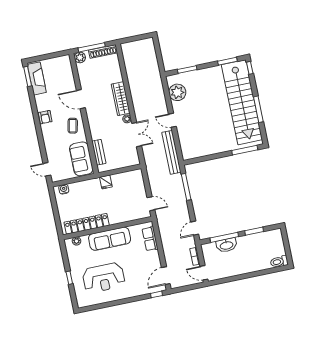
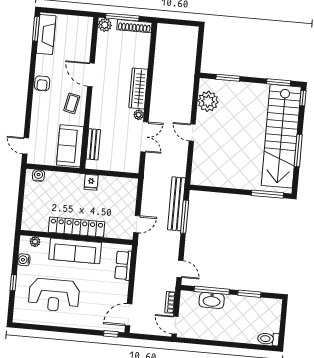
bench: (171, 152) -> (176, 204), moved
door: (151, 204) -> (137, 224), hinge flipped
locker: (87, 224) -> (77, 227), moved
door: (195, 228) -> (180, 269), swing flipped
water cooler: (72, 258) -> (24, 260), added

